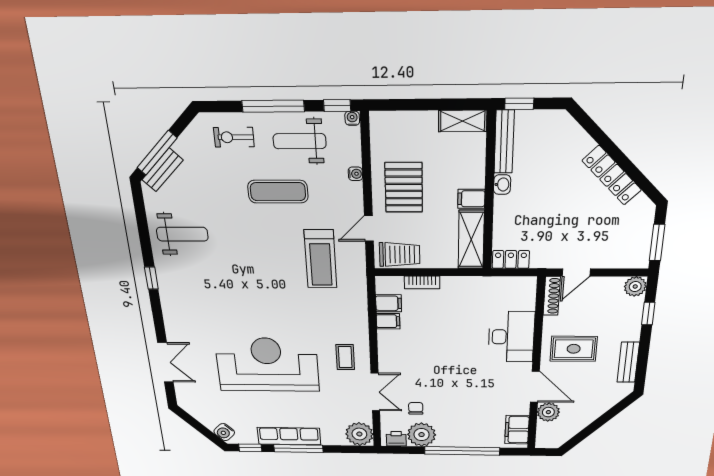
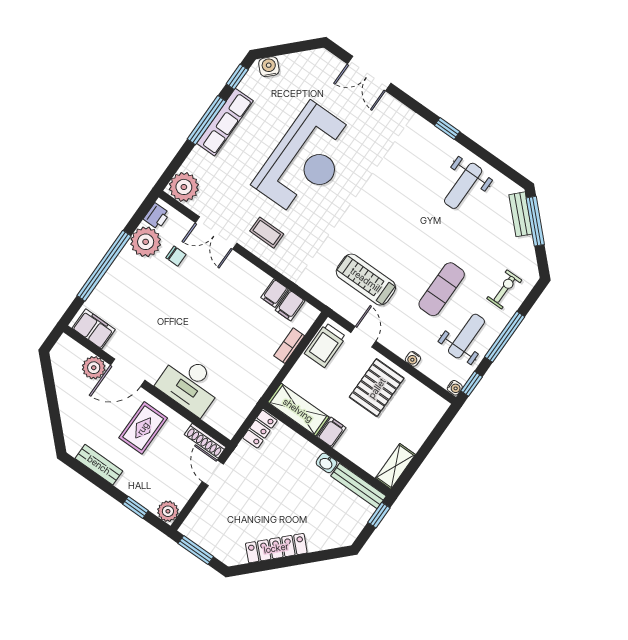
pallet: (404, 187) -> (377, 388), turned 90

